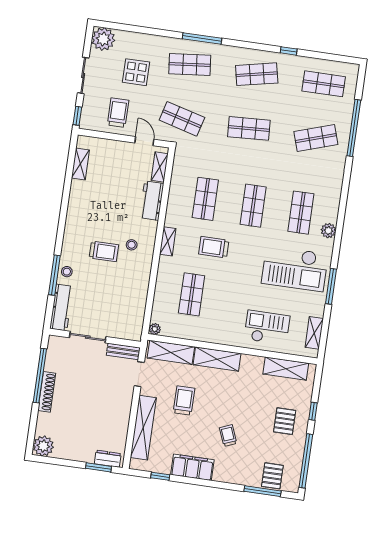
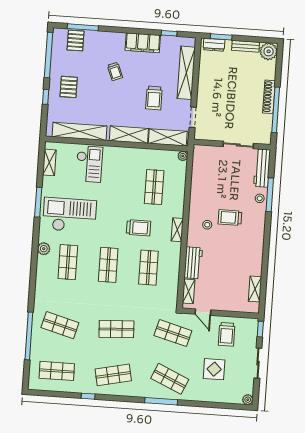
plant: (103, 39) -> (248, 400), width x0.53, depth x0.53
shop shelf: (190, 64) -> (170, 379), turned 30
shop shelf: (316, 138) -> (60, 325), turned 33
checkout: (267, 328) -> (89, 164), turned -90
bench: (123, 351) -> (246, 46), moved
shelving: (286, 369) -> (79, 131), width x1.47

